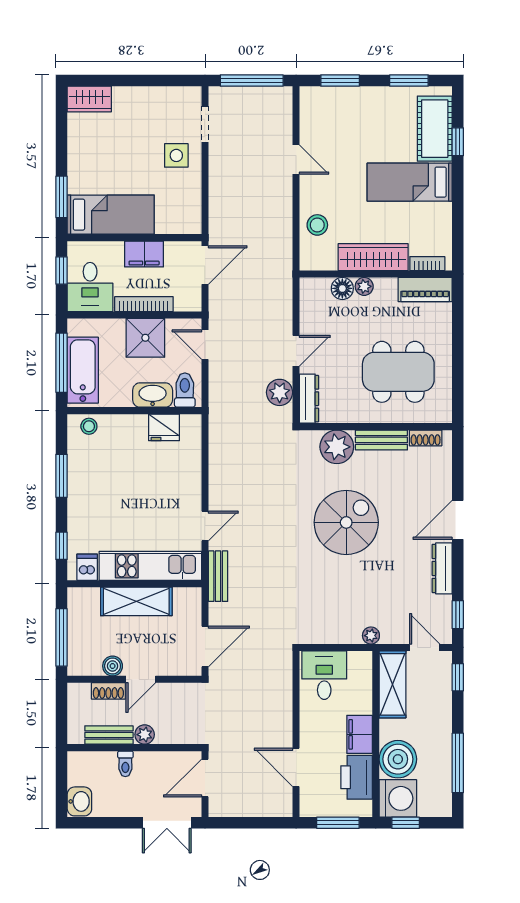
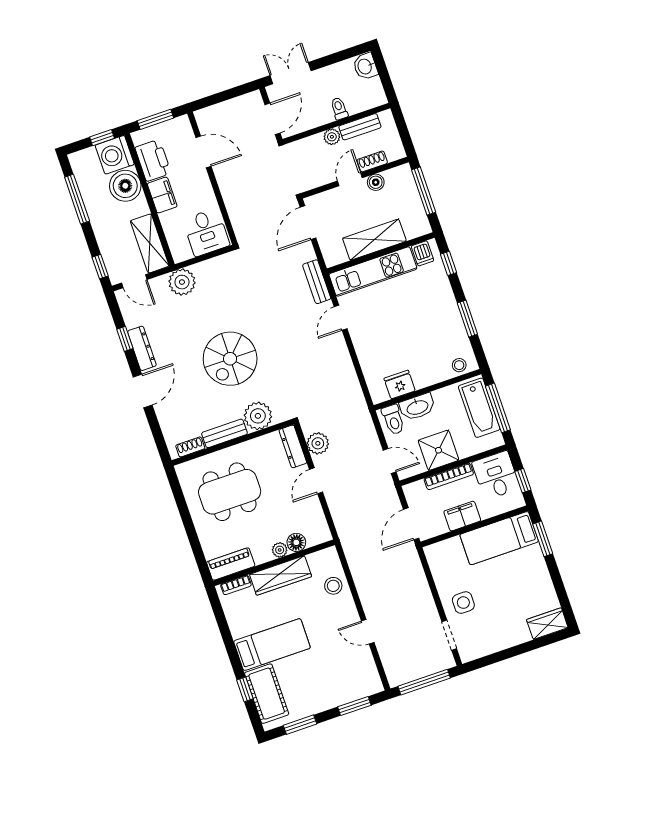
window: (458, 615) -> (125, 339), moved
plant: (371, 636) -> (182, 282), width x1.88, depth x1.88

